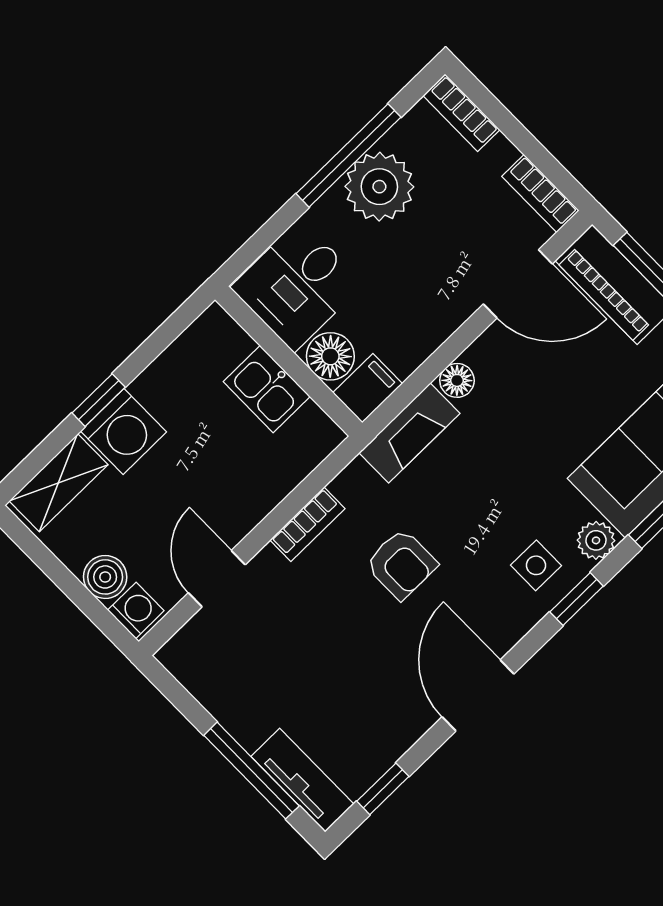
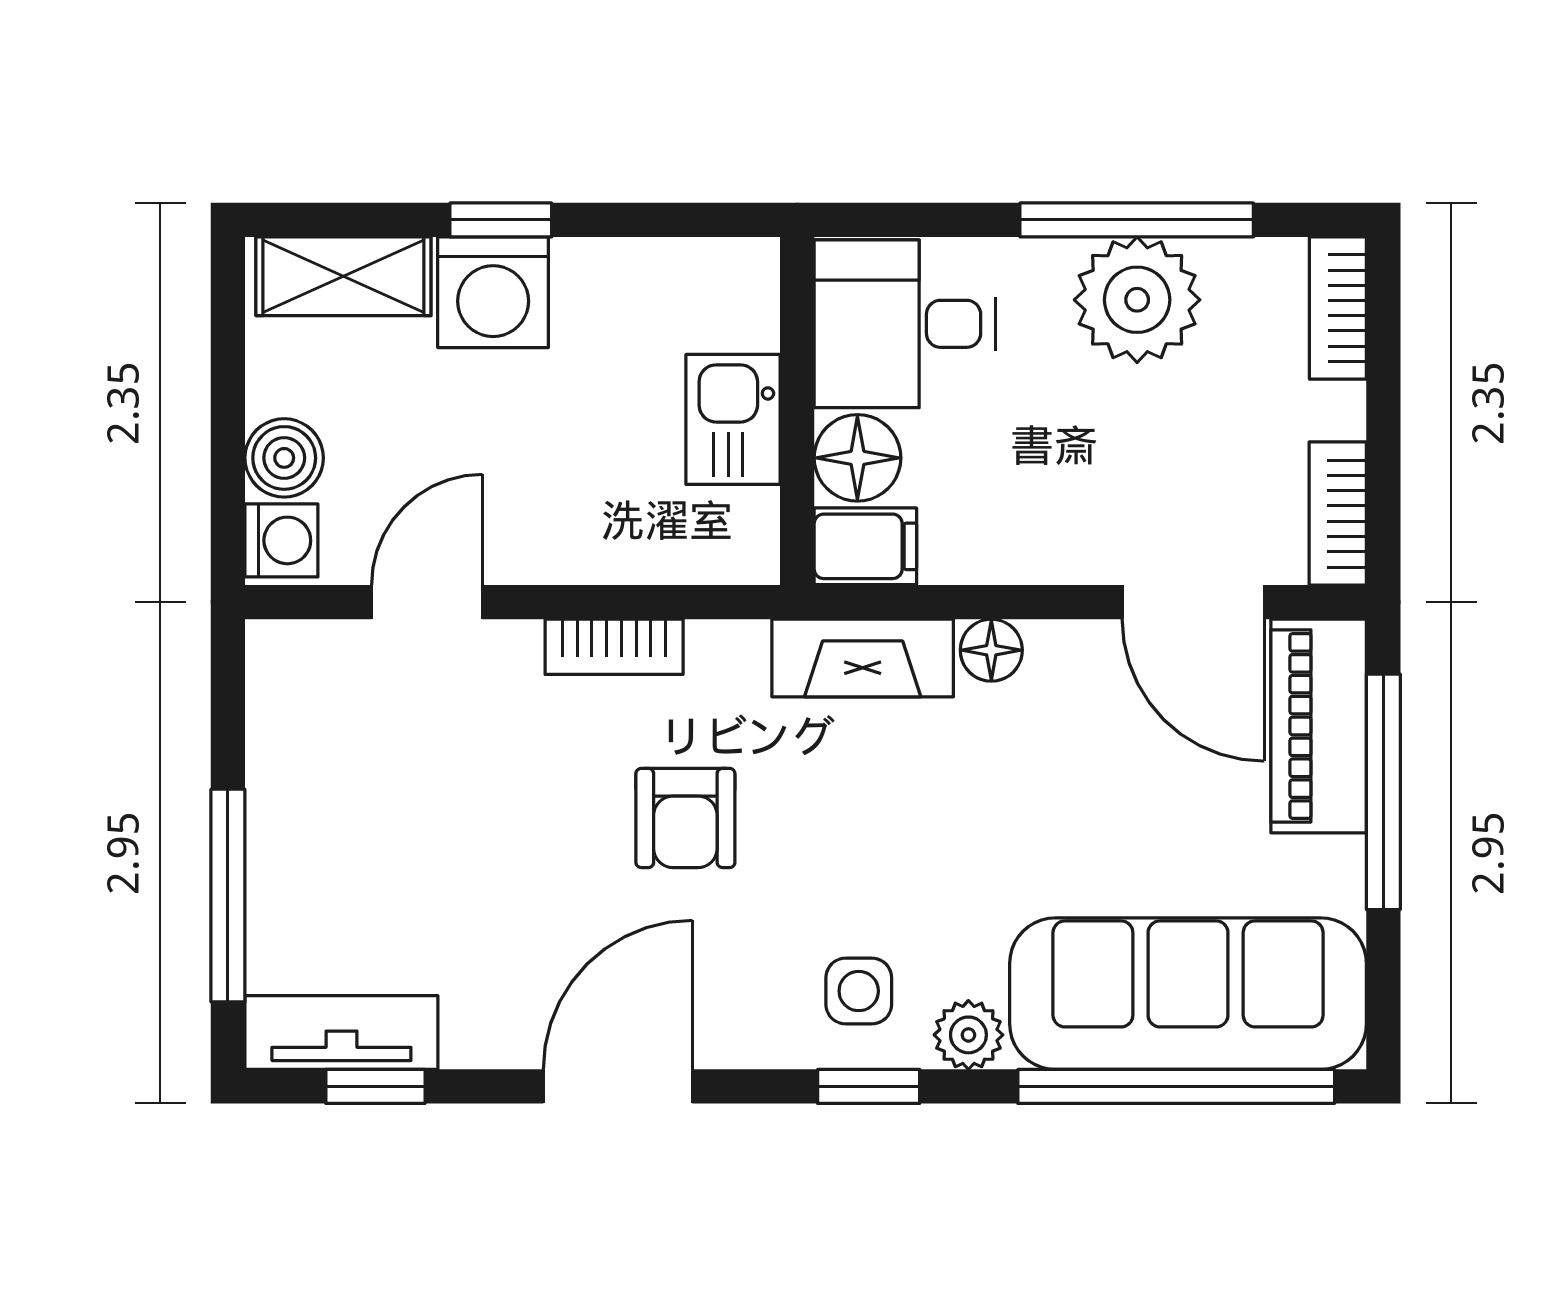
tv unit: (302, 780) -> (341, 1033), moved, turned -90

